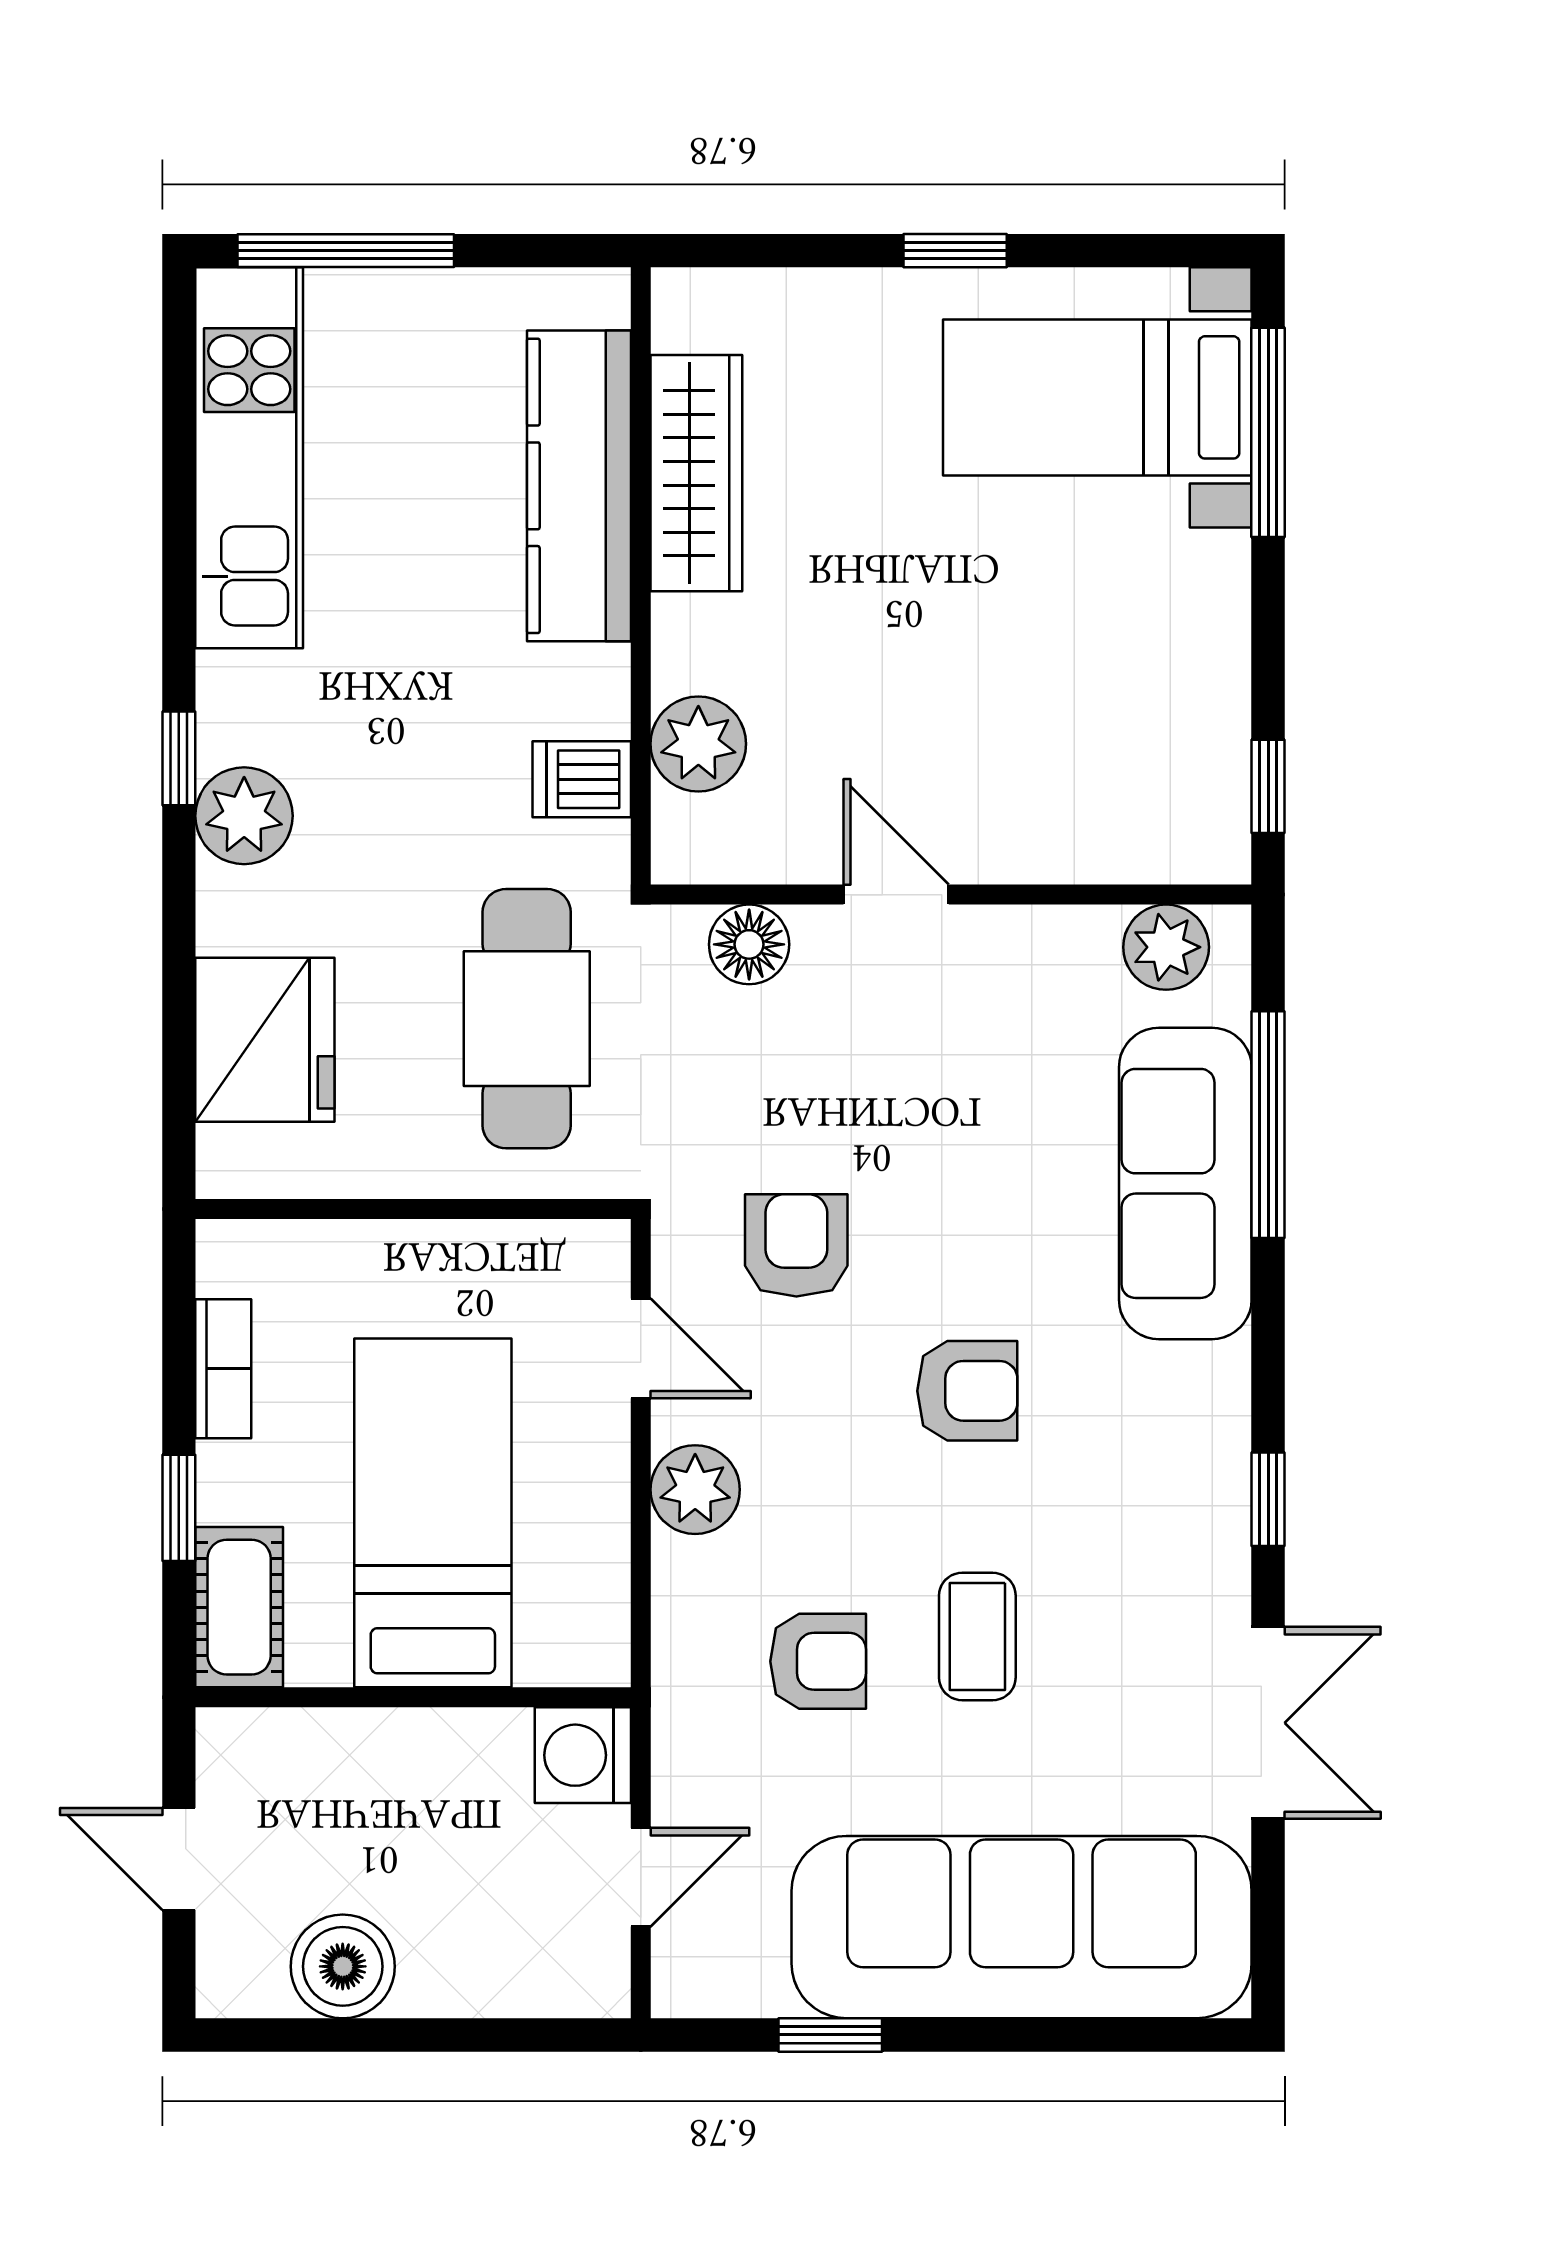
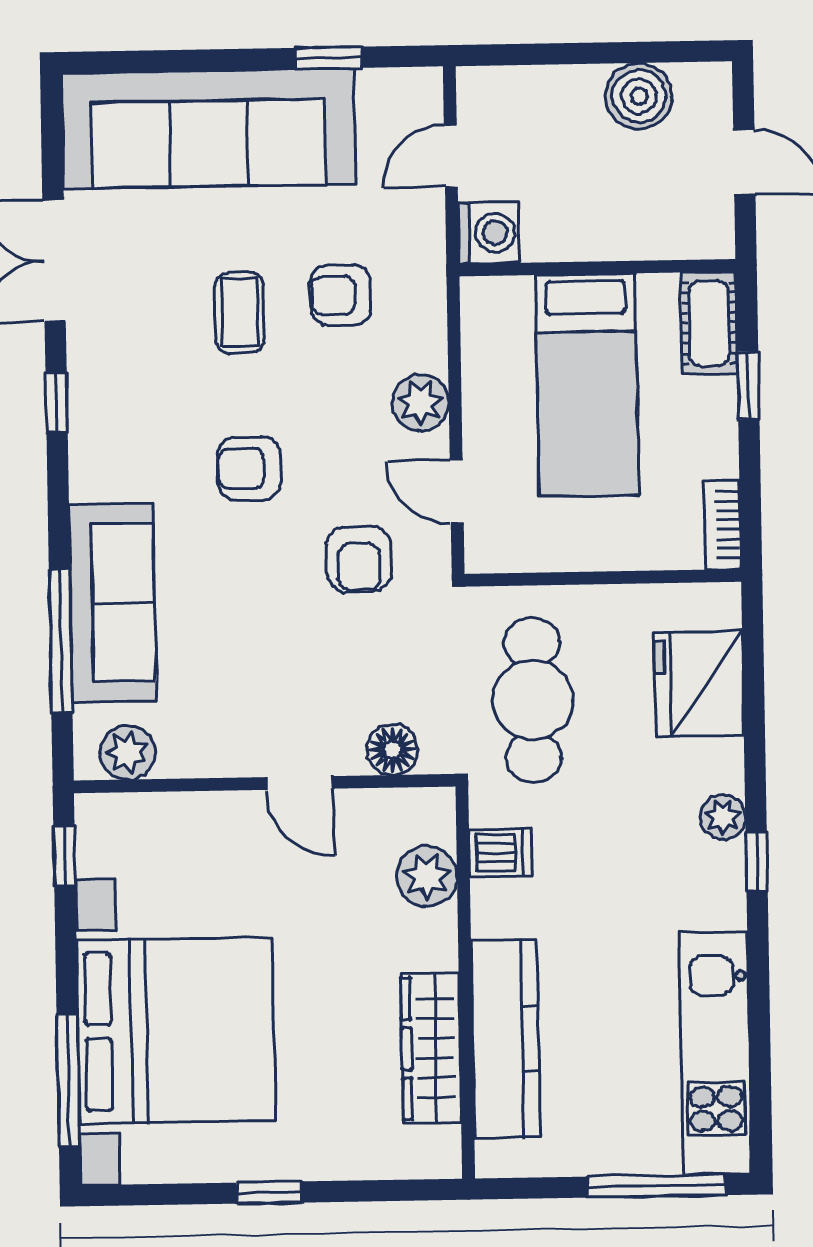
bed with nightstands: (1097, 397) -> (176, 1030), width x1.85
plant: (244, 816) -> (723, 817), width x0.73, depth x0.73
bookcase: (223, 1369) -> (722, 525), moved

